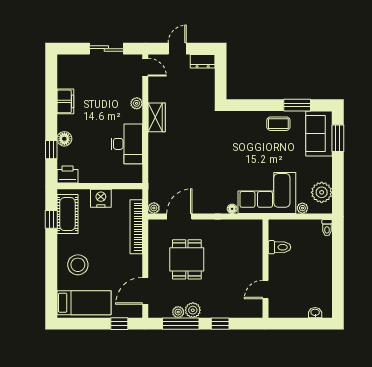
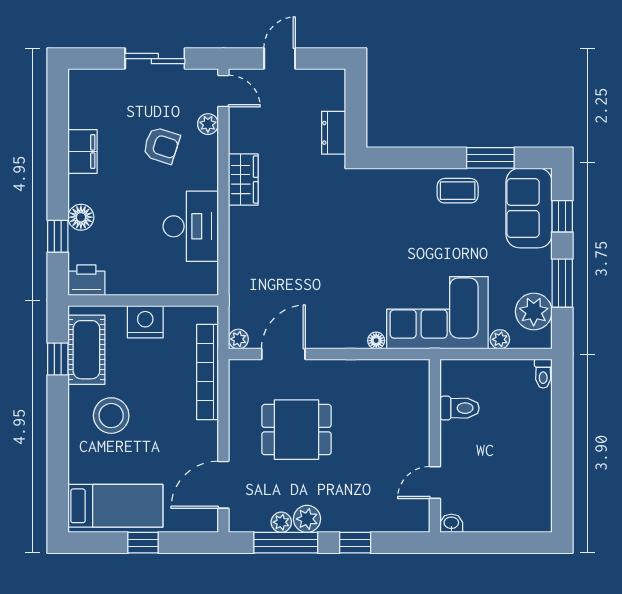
dresser: (203, 61) -> (334, 133), moved, turned 90
armchair: (110, 98) -> (161, 145), added
plant: (137, 103) -> (208, 124), moved
window: (338, 138) -> (562, 216), width x0.67
window: (338, 176) -> (562, 283), added
dining table: (187, 259) -> (297, 430), turned 90
stool: (78, 265) -> (111, 416), moved
washbasin: (315, 313) -> (451, 523), moved
window: (119, 324) -> (143, 543), moved

